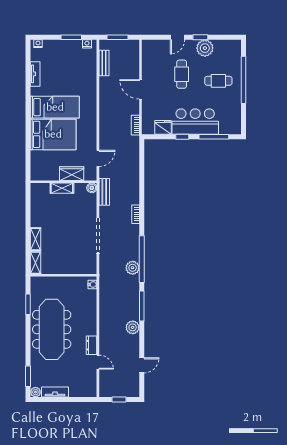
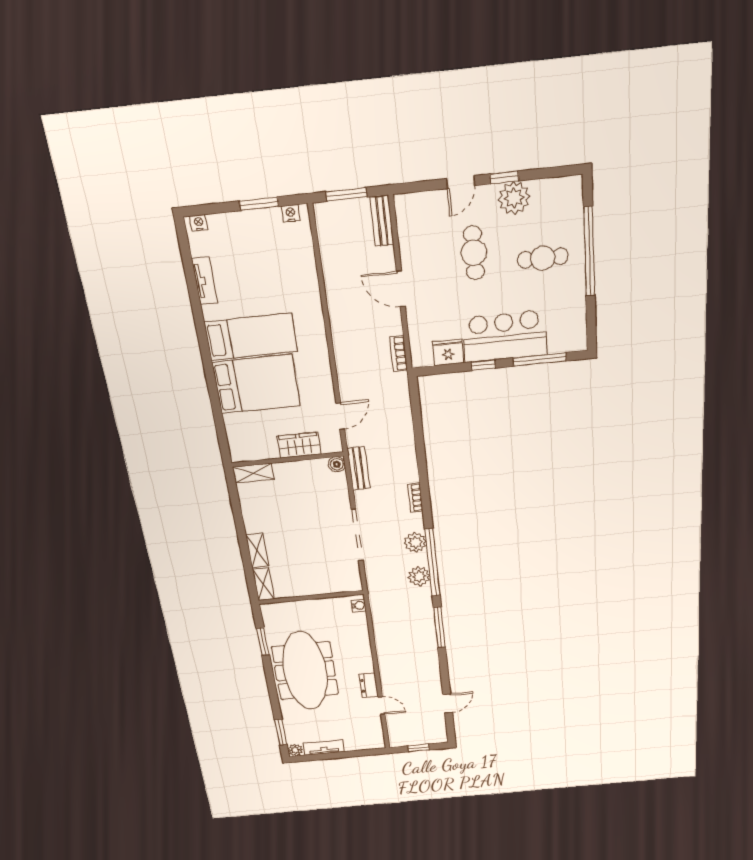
bench: (104, 63) -> (382, 221), moved
shelving: (62, 188) -> (253, 473), moved
plant: (133, 327) -> (415, 542), moved

